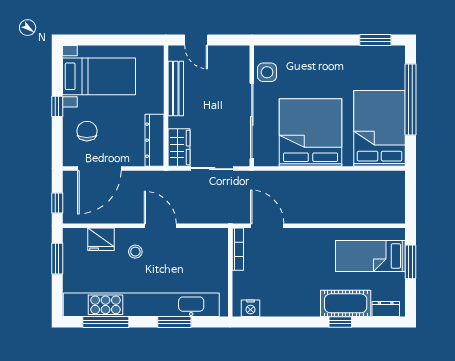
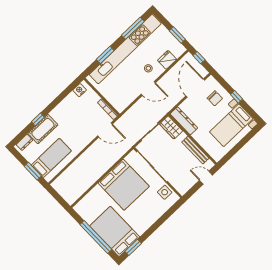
bed: (380, 128) -> (115, 231), moved, turned 180

